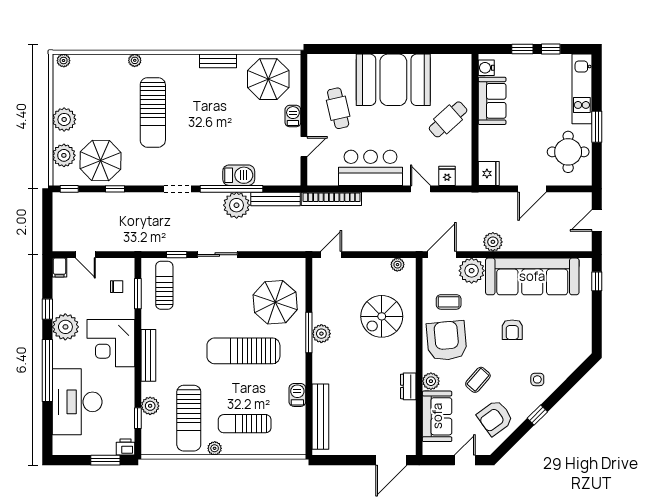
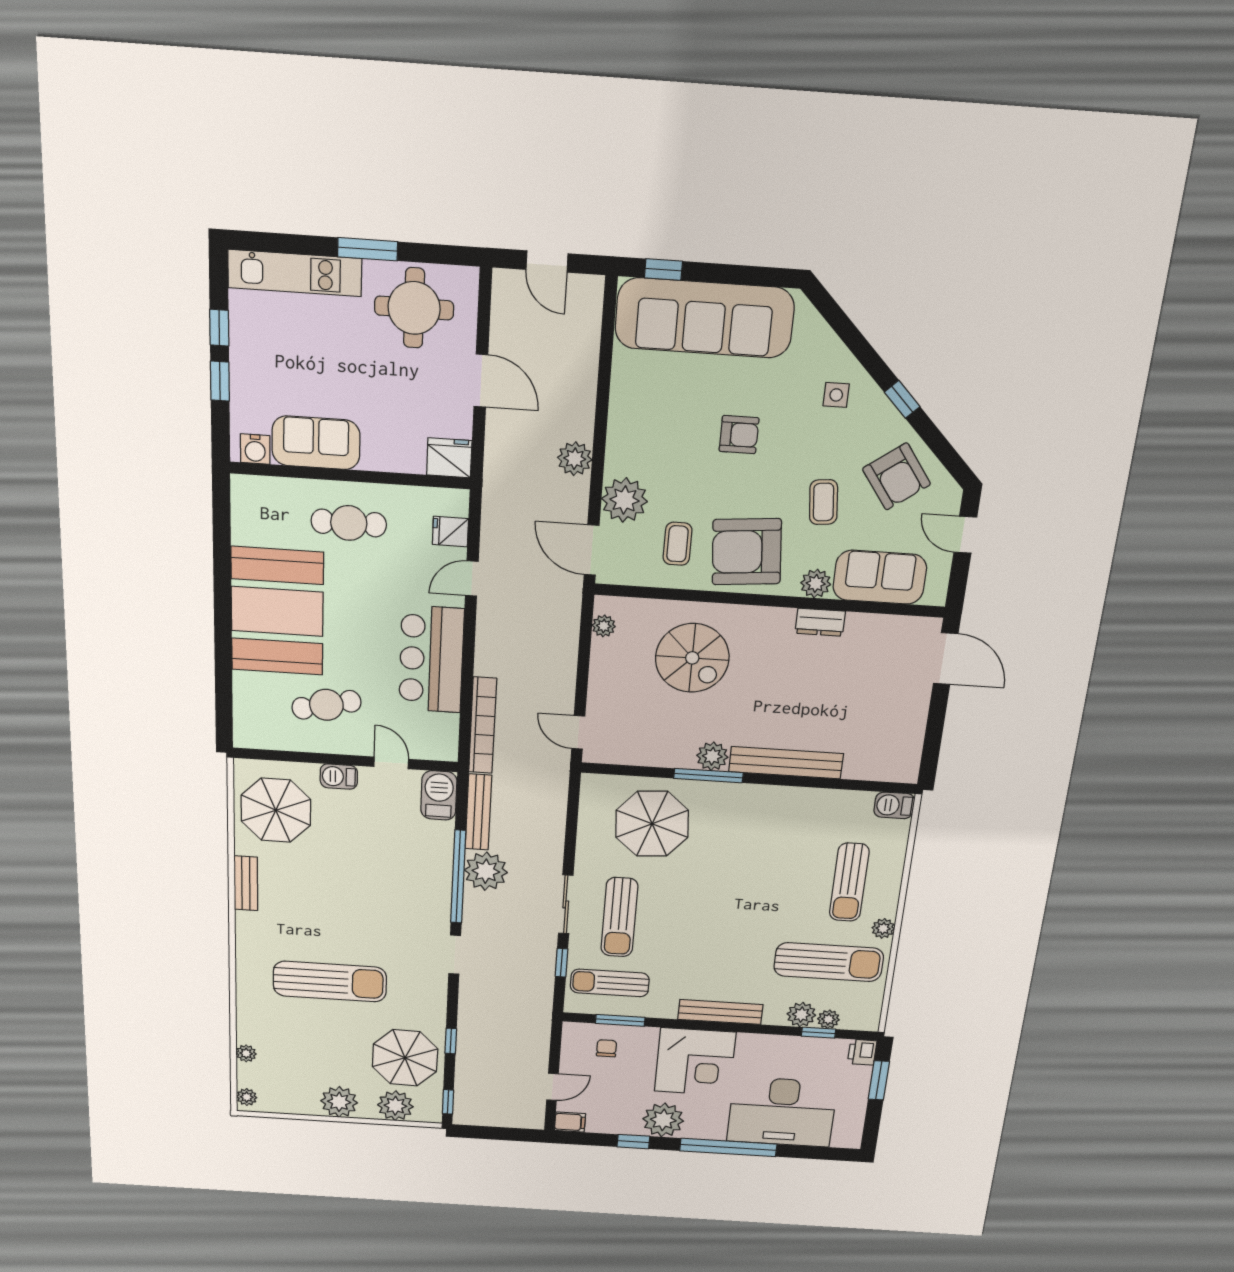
plant: (135, 60) -> (246, 1053), moved
cafe table: (448, 119) -> (349, 523), turned -48
barbecue: (239, 175) -> (439, 795), moved
sofa: (532, 276) -> (705, 318), moved, turned 90
sun lounger: (243, 351) -> (619, 917), moved, width x0.73, depth x0.75
coffee table: (478, 380) -> (823, 502), turned 43
barbecue: (297, 395) -> (894, 805), moved
bench: (320, 417) -> (786, 763), moved
plant: (148, 423) -> (828, 1019), added

